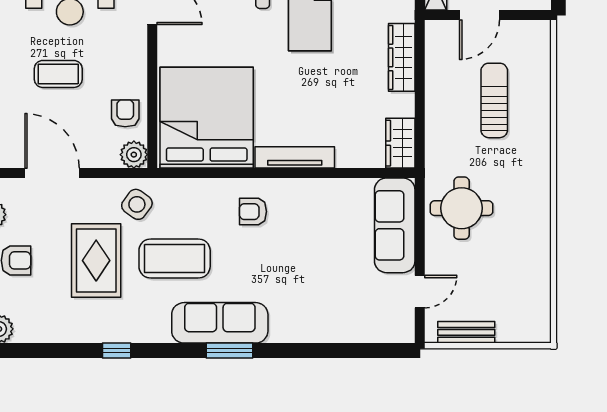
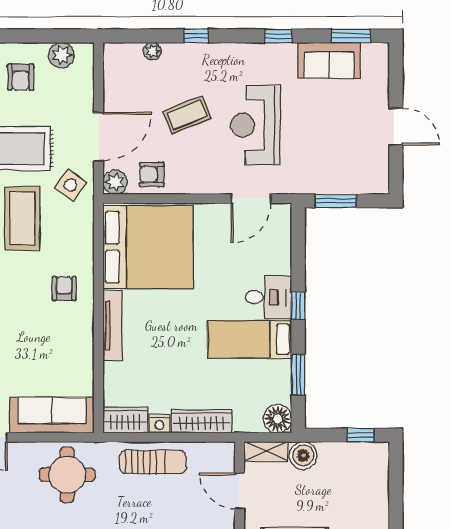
coffee table: (58, 74) -> (187, 115), turned 68
sun lounger: (494, 100) -> (153, 462), moved
nightstand: (404, 105) -> (159, 424), added
armchair: (125, 113) -> (152, 175), turned 180
door: (52, 173) -> (99, 137), moved

